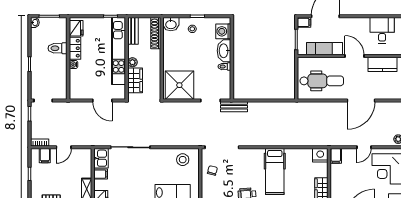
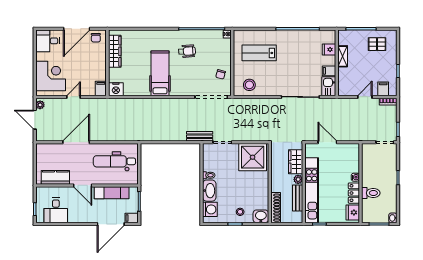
bench: (133, 31) -> (298, 198), moved

